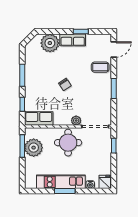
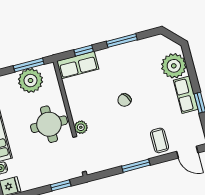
row of seats: (39, 119) -> (78, 65), moved, turned 90

